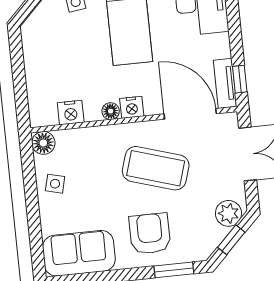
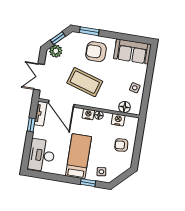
armchair: (51, 65) -> (121, 145), added
window: (240, 79) -> (31, 125), moved
floor lamp: (43, 143) -> (124, 107), moved
armchair: (150, 234) -> (96, 52), turned 90

